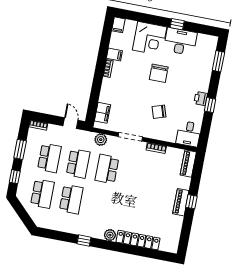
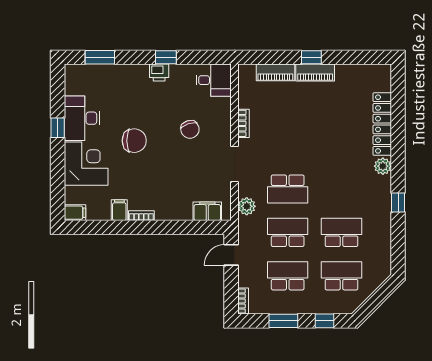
piano: (188, 164) -> (275, 72), moved

